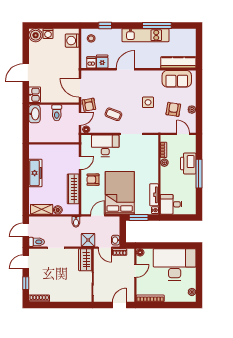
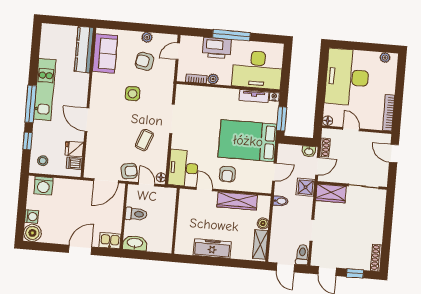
window: (157, 25) -> (31, 104), moved
door: (26, 73) -> (80, 250), swing flipped
desk: (105, 146) -> (183, 168), moved
desk: (171, 204) -> (257, 70), width x1.87, depth x1.30
door: (98, 215) -> (274, 172), swing flipped

